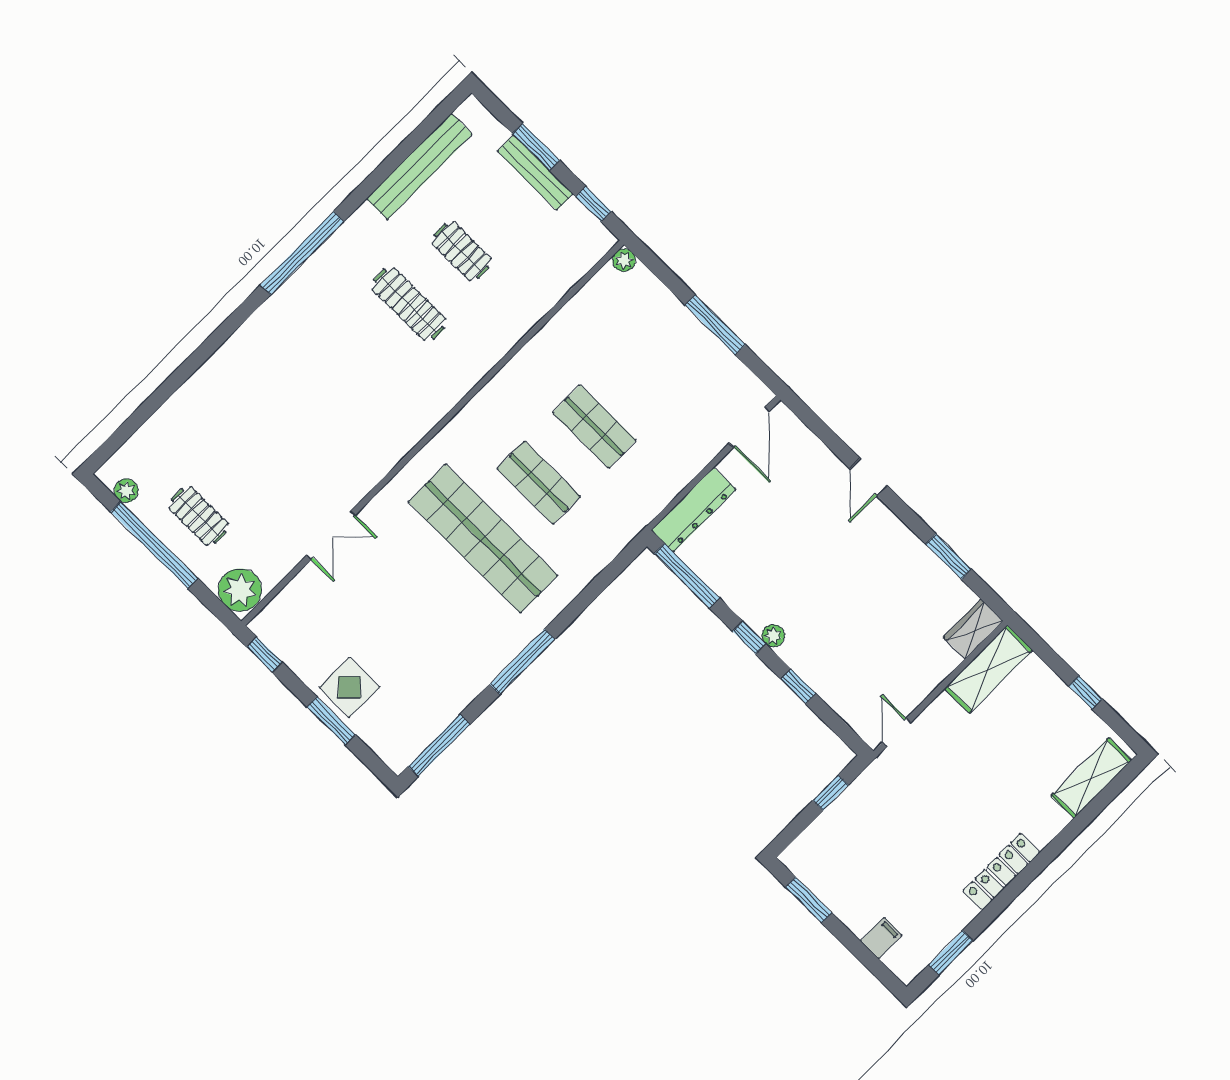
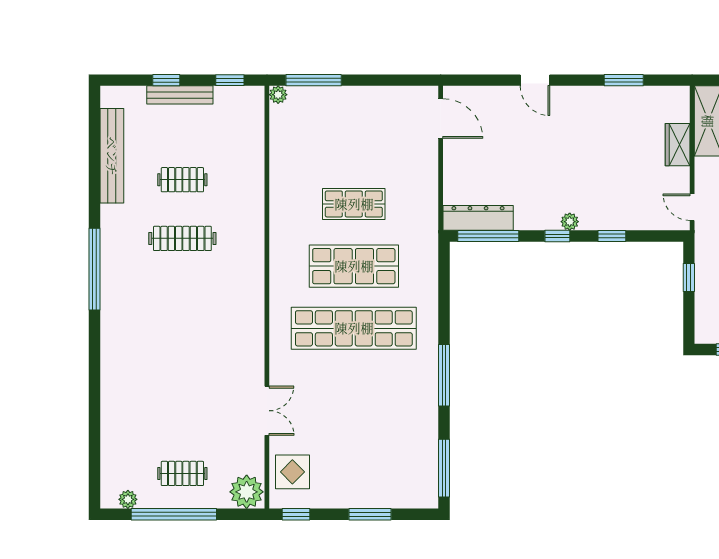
window: (536, 147) -> (166, 80), width x0.67
window: (715, 325) -> (314, 80), moved
shop shelf: (539, 483) -> (354, 266), width x1.43, depth x1.36
dresser: (693, 510) -> (478, 218), moved, turned -90
wardrobe: (973, 629) -> (678, 145), moved
display table: (349, 687) -> (292, 472), moved

